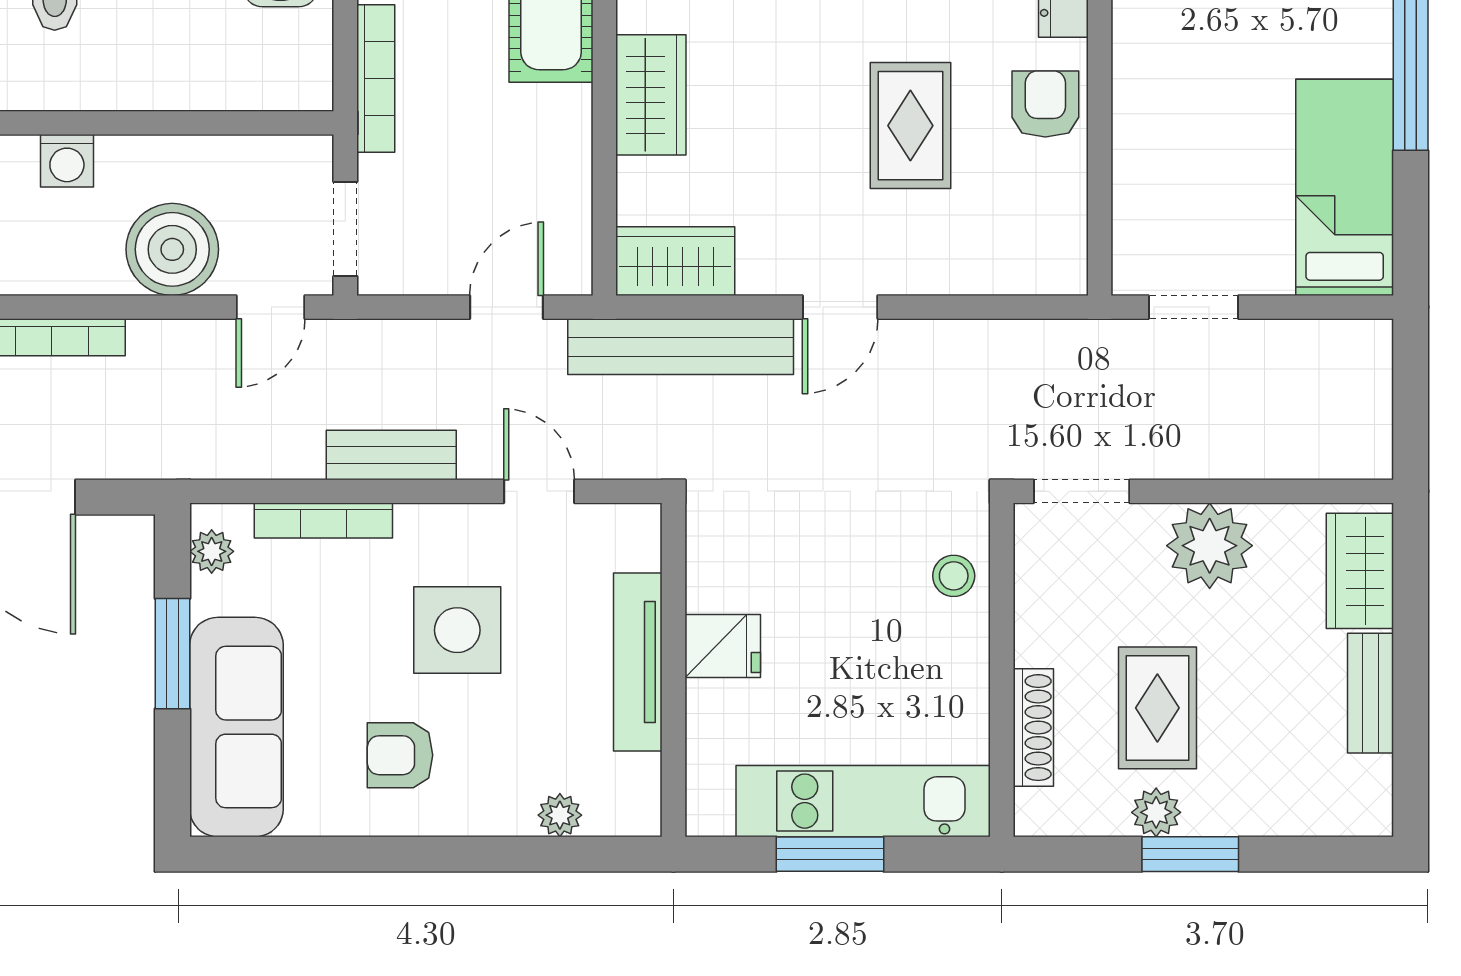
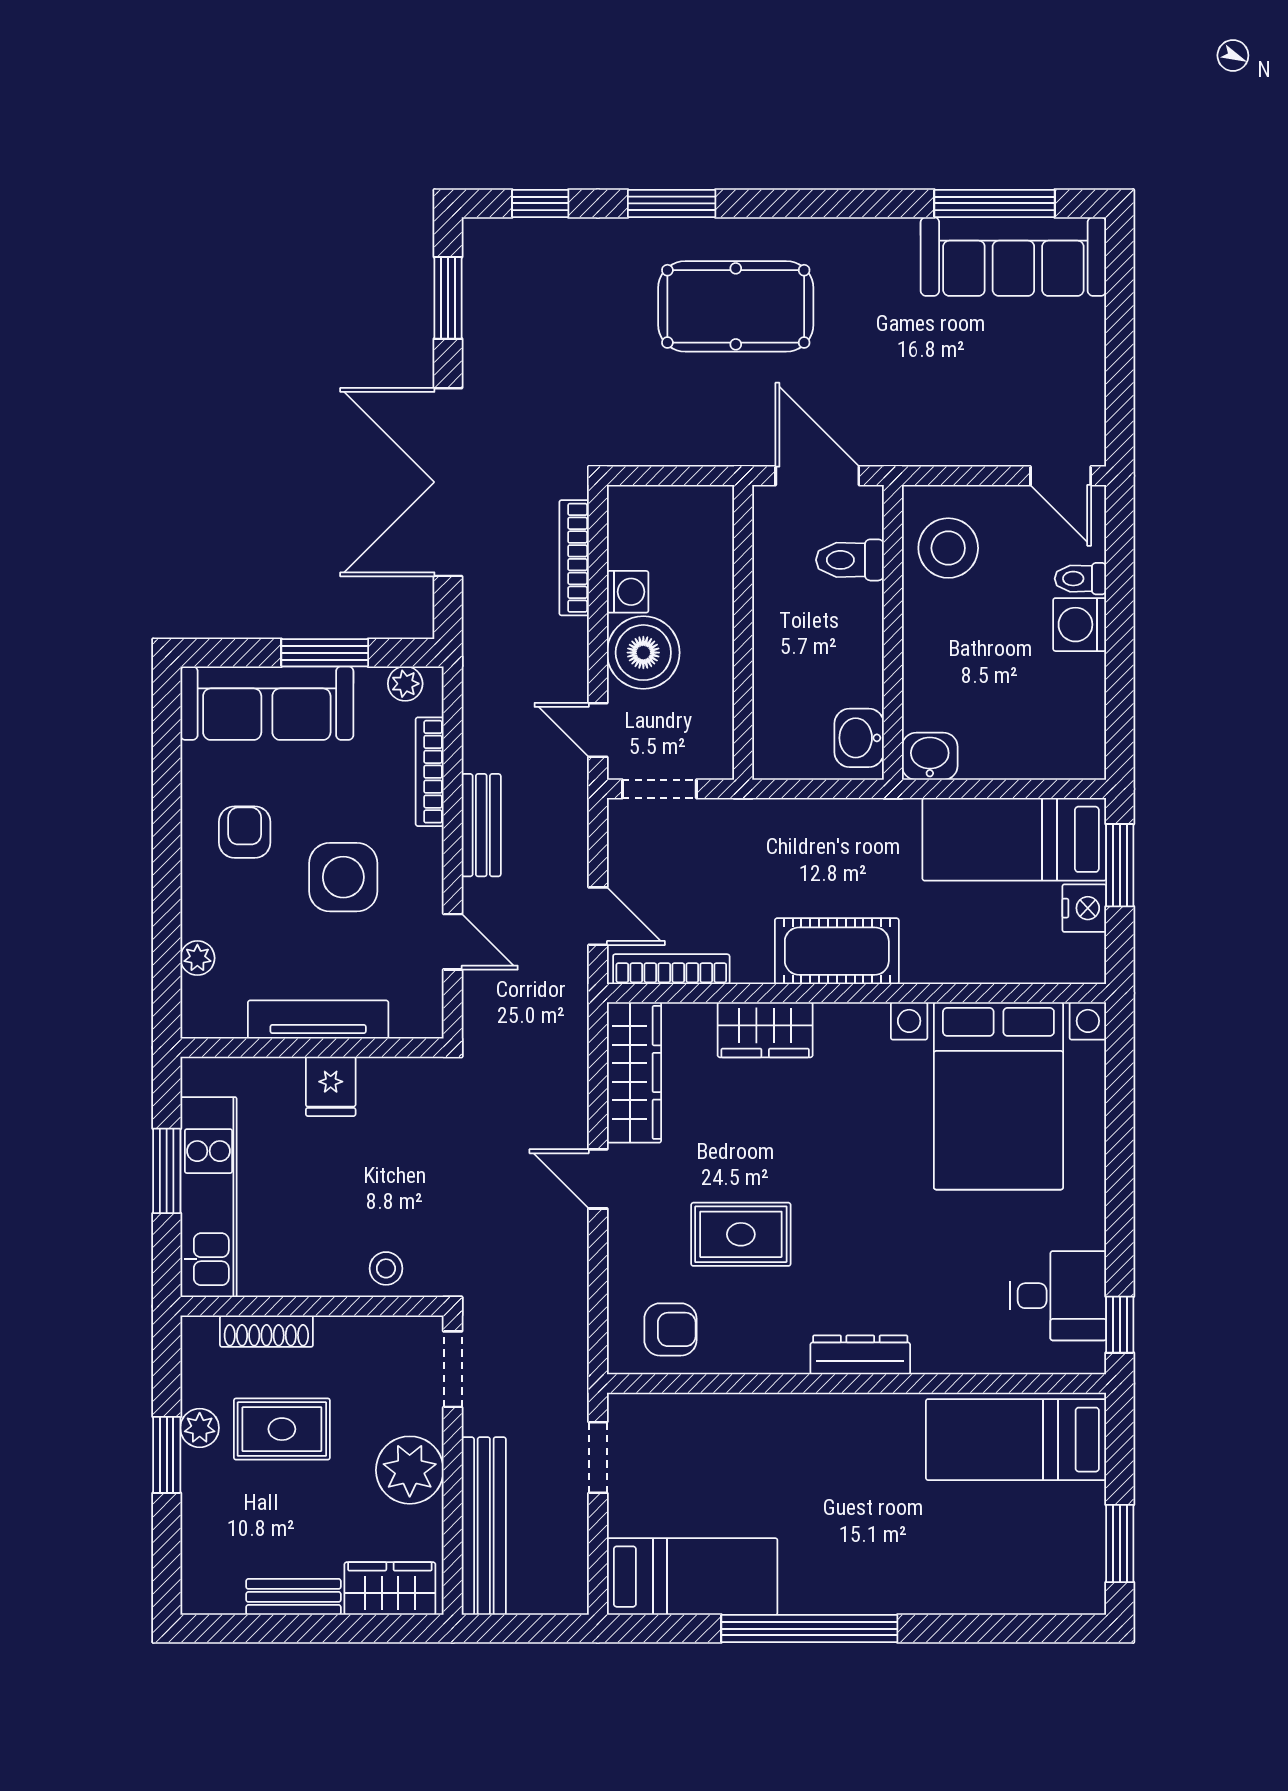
bookcase: (376, 78) -> (671, 969), moved, turned 180
armchair: (1045, 104) -> (670, 1329), moved
washing machine: (67, 161) -> (628, 592), moved, turned 180
wardrobe: (675, 261) -> (634, 1072), width x1.50
bench: (681, 347) -> (484, 1526), moved
door: (539, 491) -> (453, 942), hinge flipped

